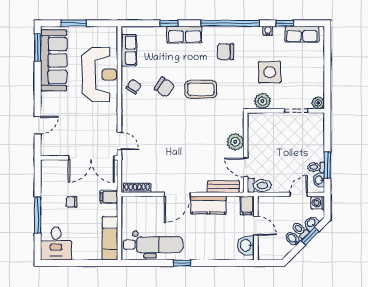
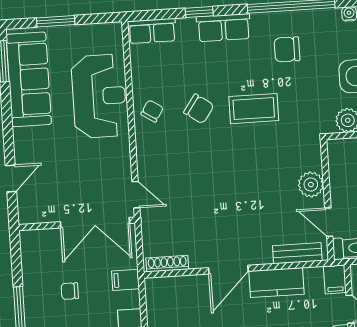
row of seats: (129, 50) -> (152, 31), moved, turned 90

